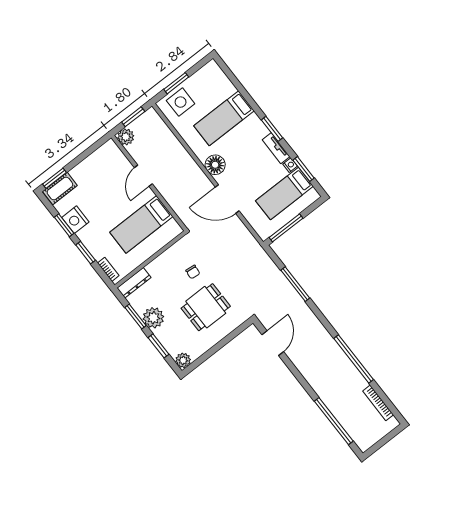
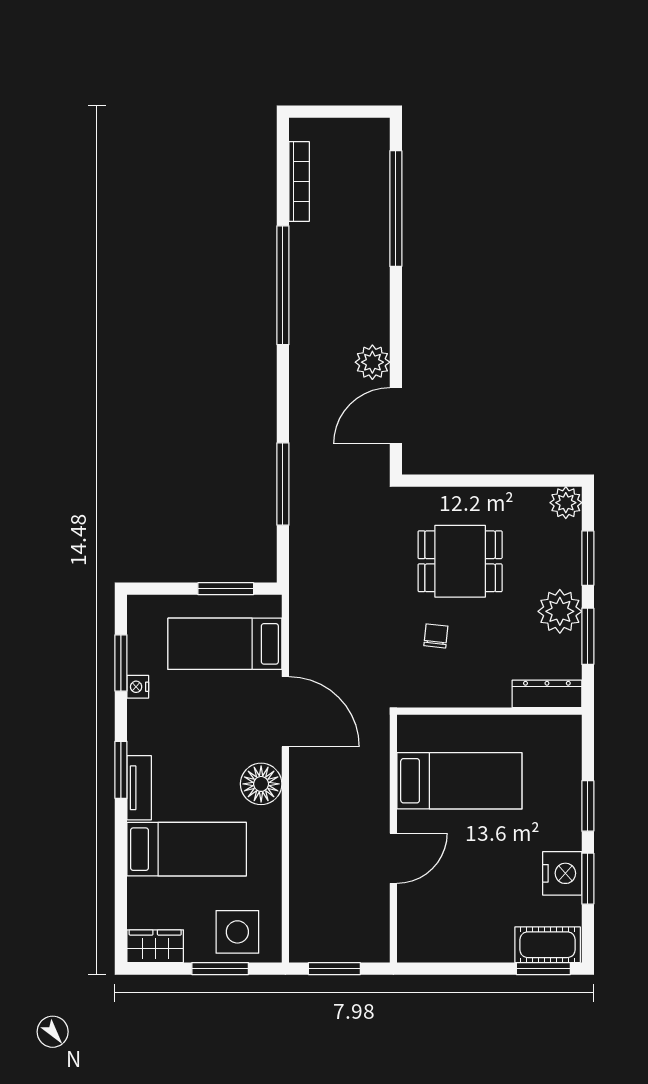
wardrobe: (207, 72) -> (155, 946), added
plant: (126, 137) -> (372, 362), moved
tv unit: (276, 148) -> (139, 788), moved
bed: (284, 194) -> (225, 644), moved, turned 180
window: (286, 228) -> (226, 589), width x0.69
bookcase: (108, 269) -> (572, 749), removed

